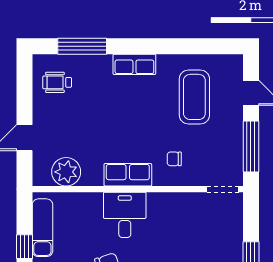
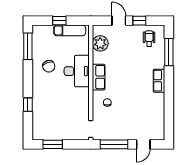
coffee table: (194, 97) -> (141, 113), removed
window: (24, 100) -> (139, 21), added
desk: (125, 215) -> (77, 71), width x1.37

